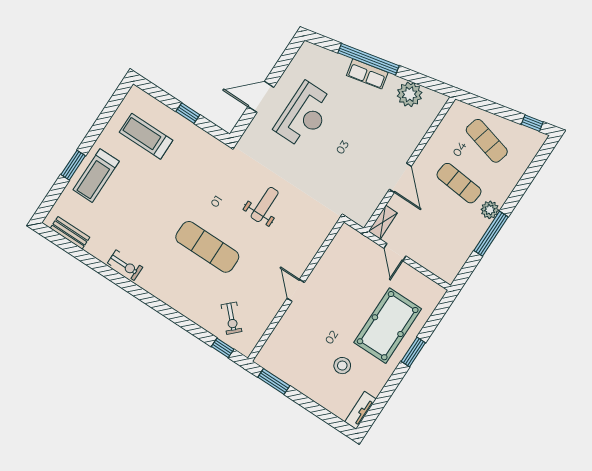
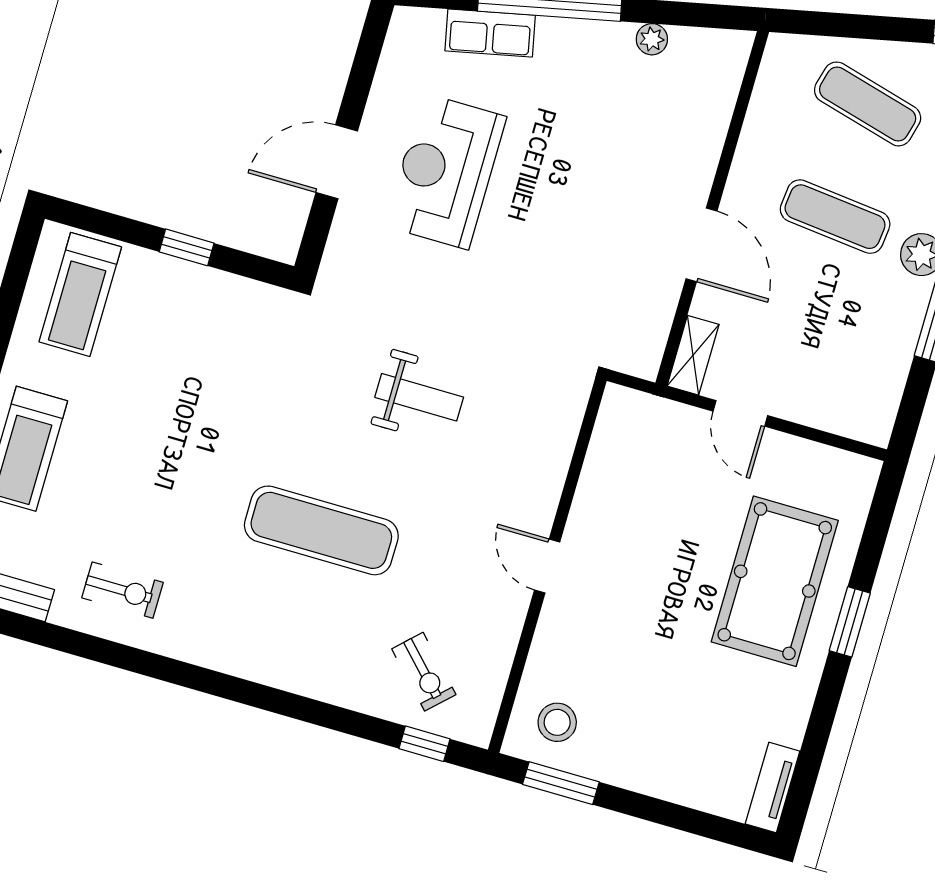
row of seats: (367, 74) -> (490, 33), moved
plant: (410, 94) -> (652, 39), width x0.53, depth x0.53
reception desk: (304, 115) -> (446, 171), turned 180
treadmill: (146, 136) -> (80, 294), moved, turned -90
weight bench: (265, 204) -> (419, 397), turned 90
exercise bike: (125, 265) -> (122, 590), moved
stool: (342, 366) -> (557, 722), moved

